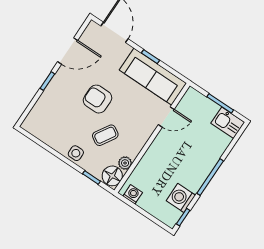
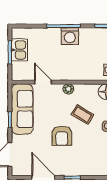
kitchen sink: (228, 123) -> (19, 50), moved
plant: (125, 163) -> (68, 89), moved
washing machine: (181, 198) -> (70, 36), moved

